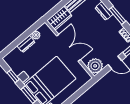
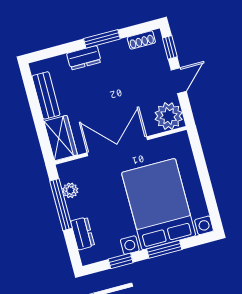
window: (27, 34) -> (61, 205), added
dresser: (26, 44) -> (83, 233), moved

